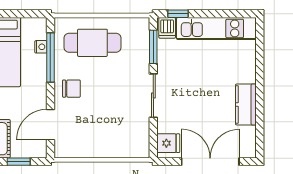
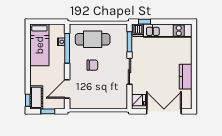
chair: (71, 89) -> (92, 65), moved

